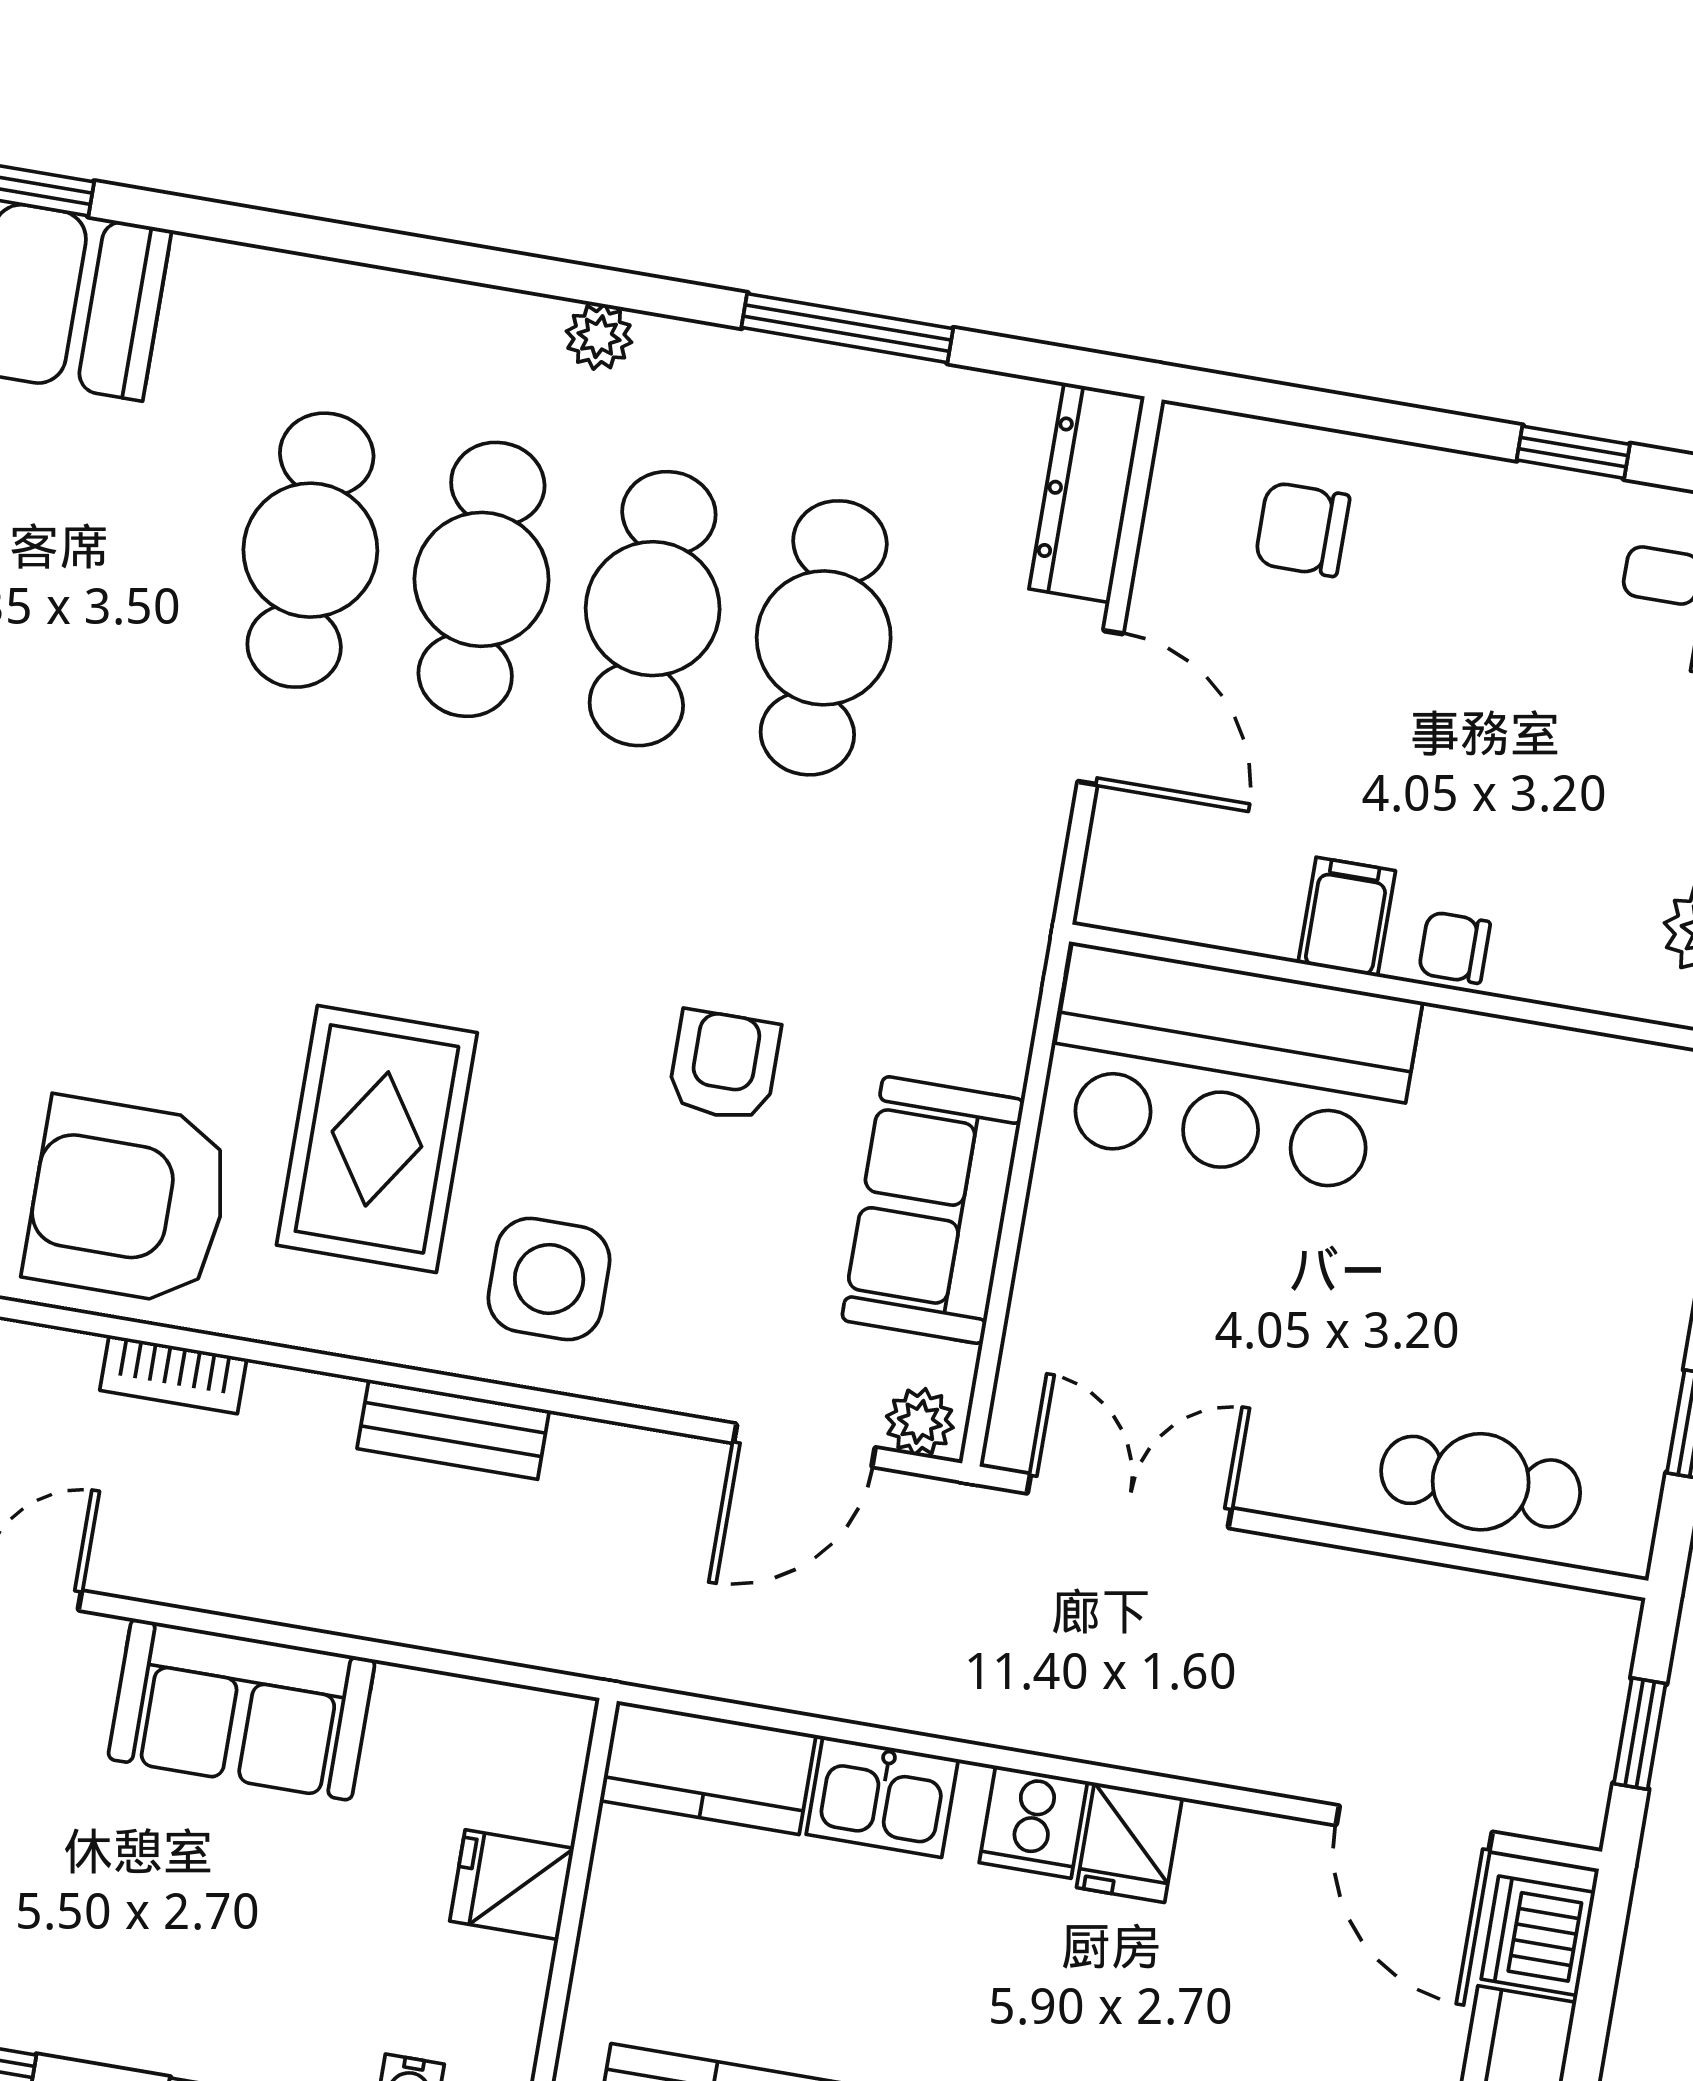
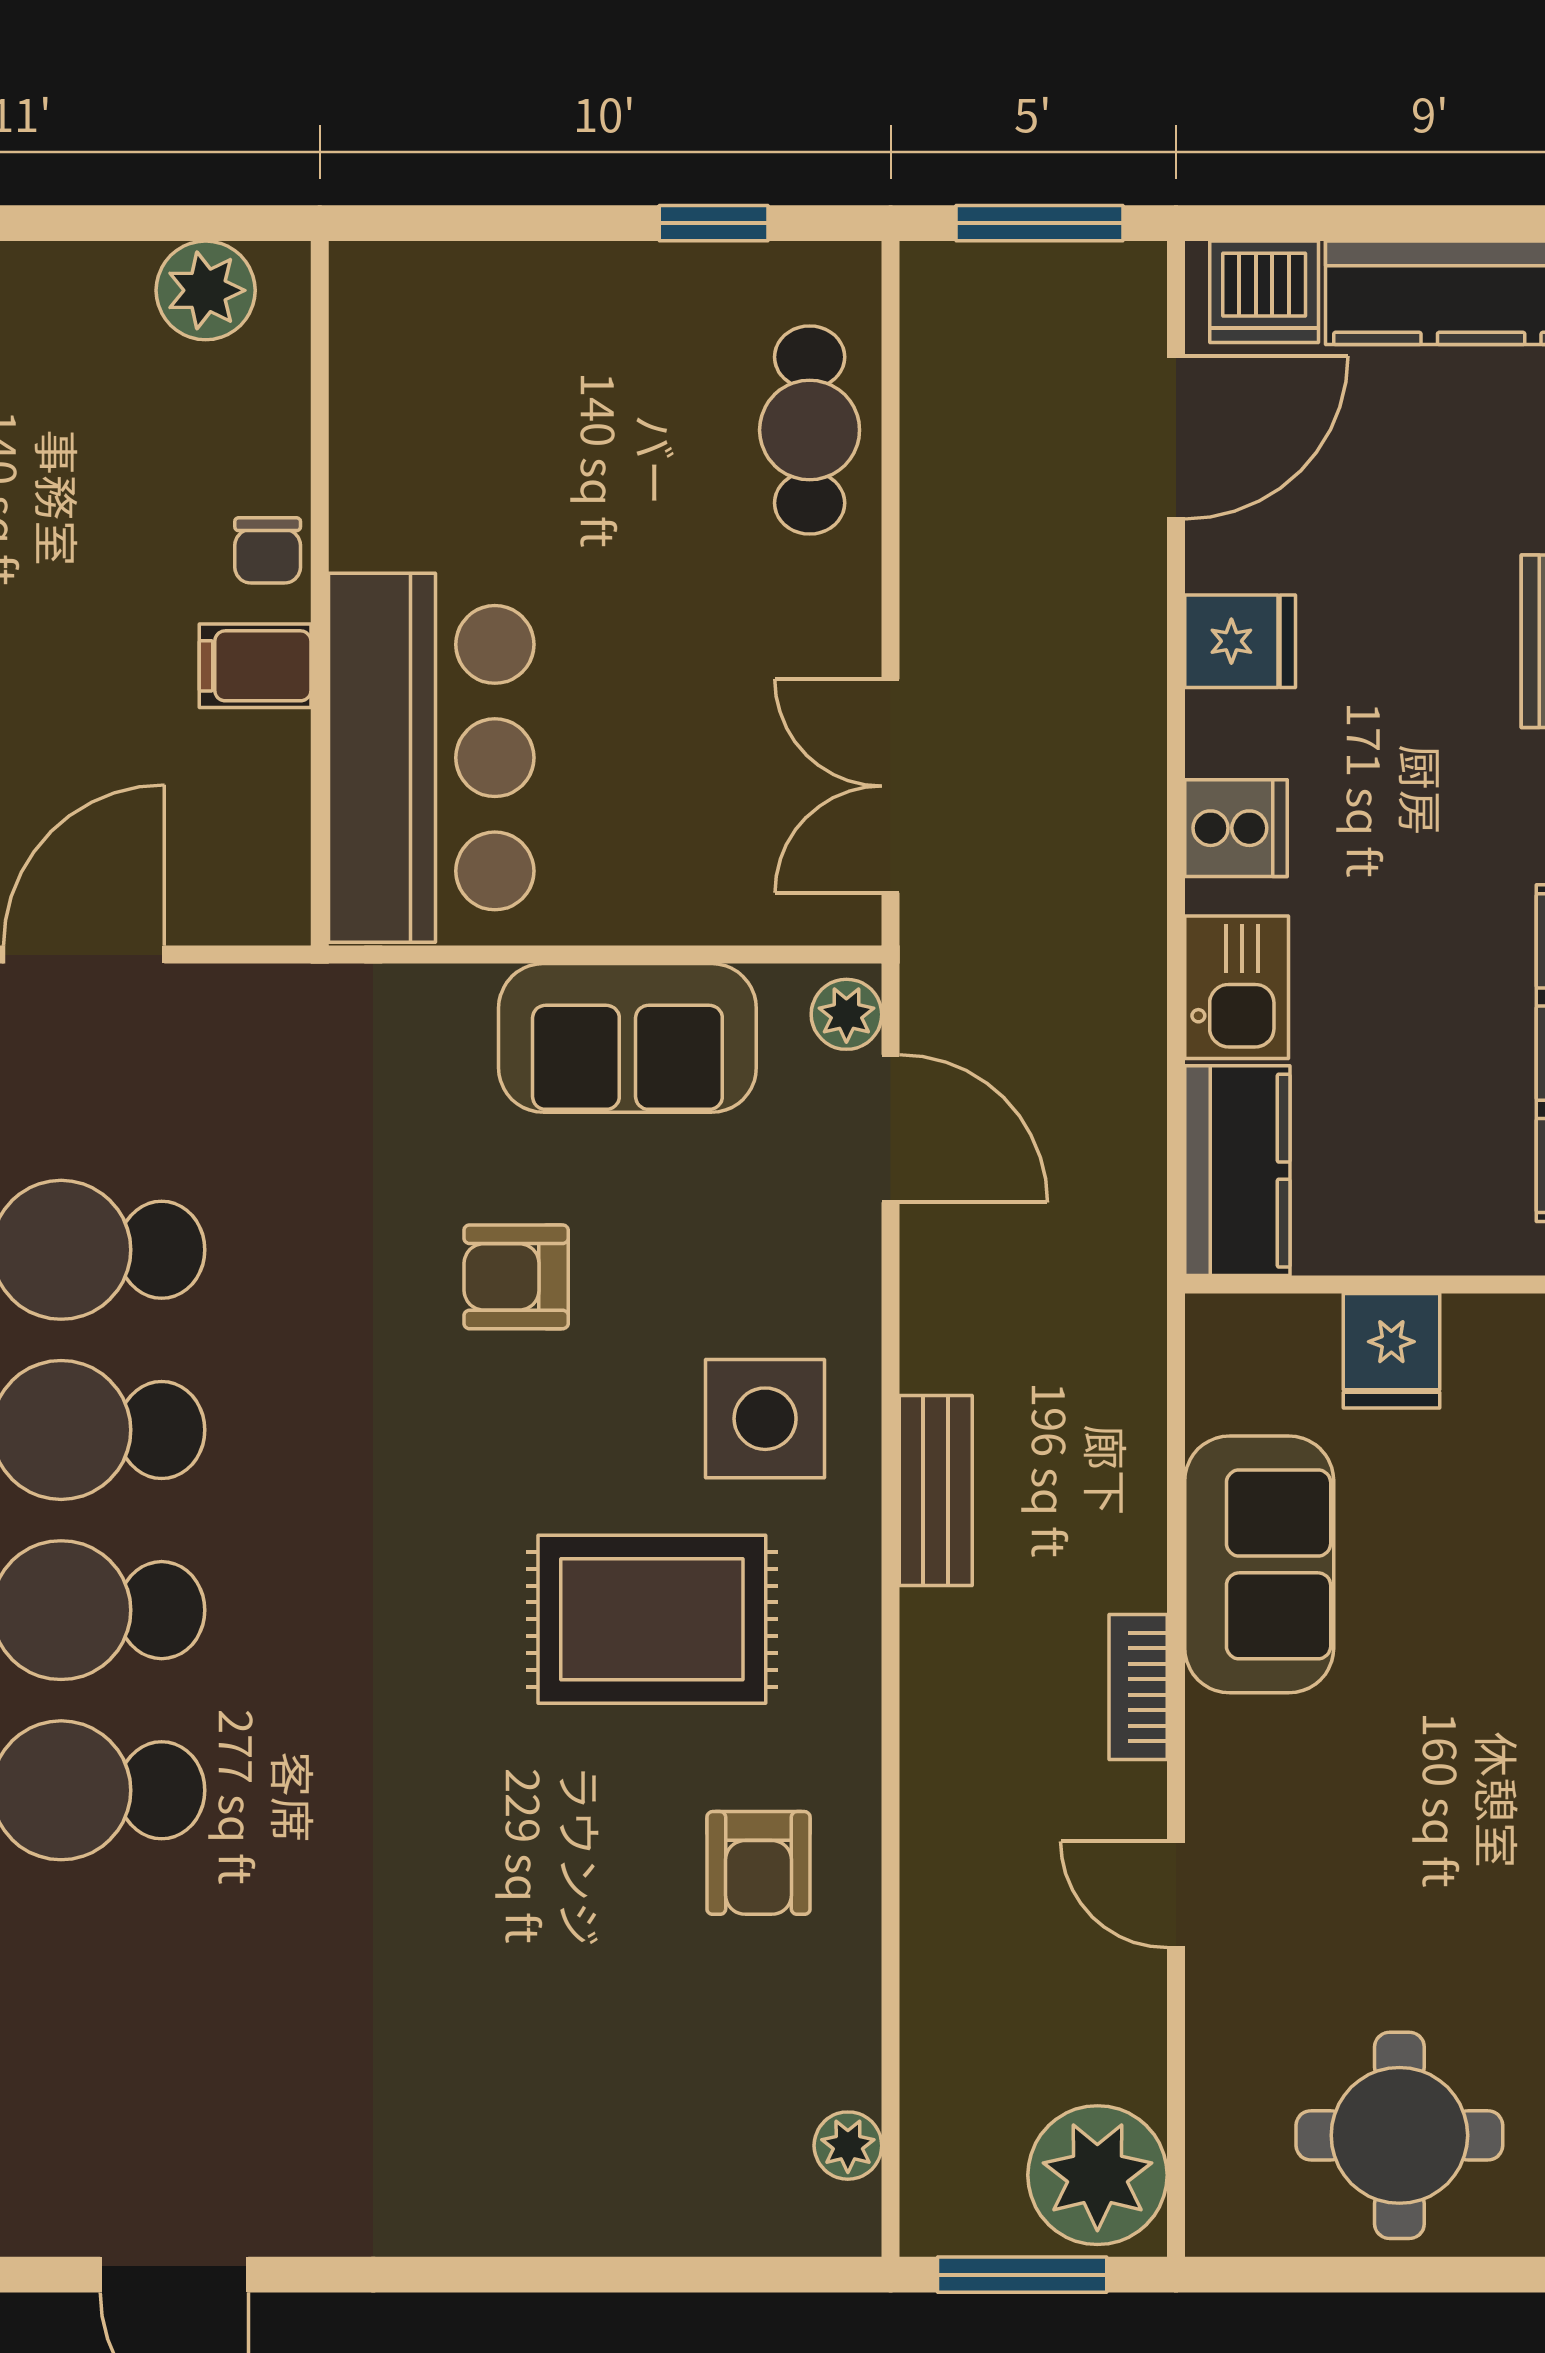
armchair: (128, 1201) -> (759, 1863), width x0.53, depth x0.53
bookcase: (173, 1374) -> (1138, 1687), moved, turned 180
sofa: (242, 1709) -> (1259, 1564), moved
window: (1640, 1734) -> (1040, 223), width x1.50
fridge: (1129, 1843) -> (1240, 641), moved

